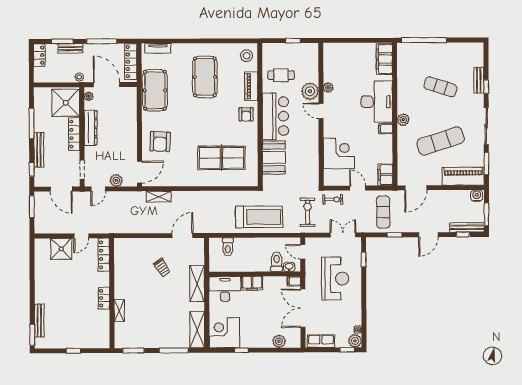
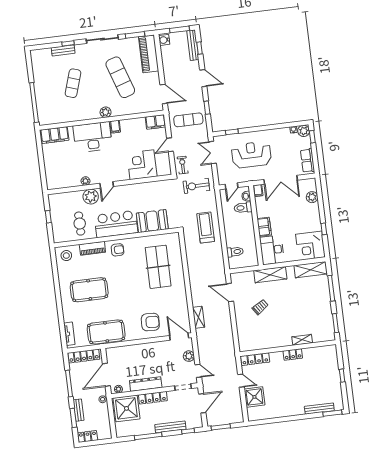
treadmill: (259, 217) -> (206, 228), width x0.73, depth x0.73

